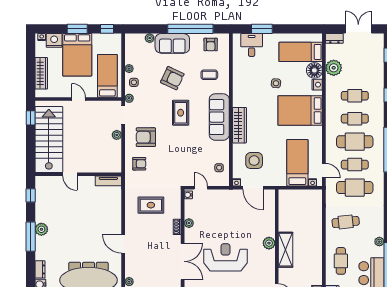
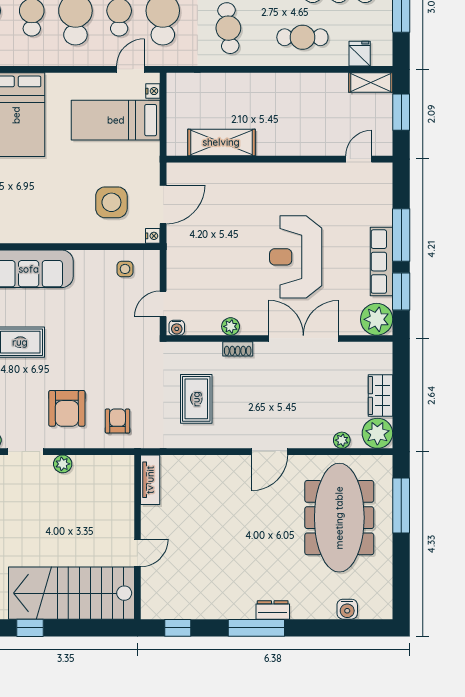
wardrobe: (239, 125) -> (44, 230), removed
plant: (41, 229) -> (242, 607), removed
plant: (269, 243) -> (269, 174), removed
shelving: (286, 250) -> (221, 142), moved
dresser: (40, 269) -> (273, 610), moved

